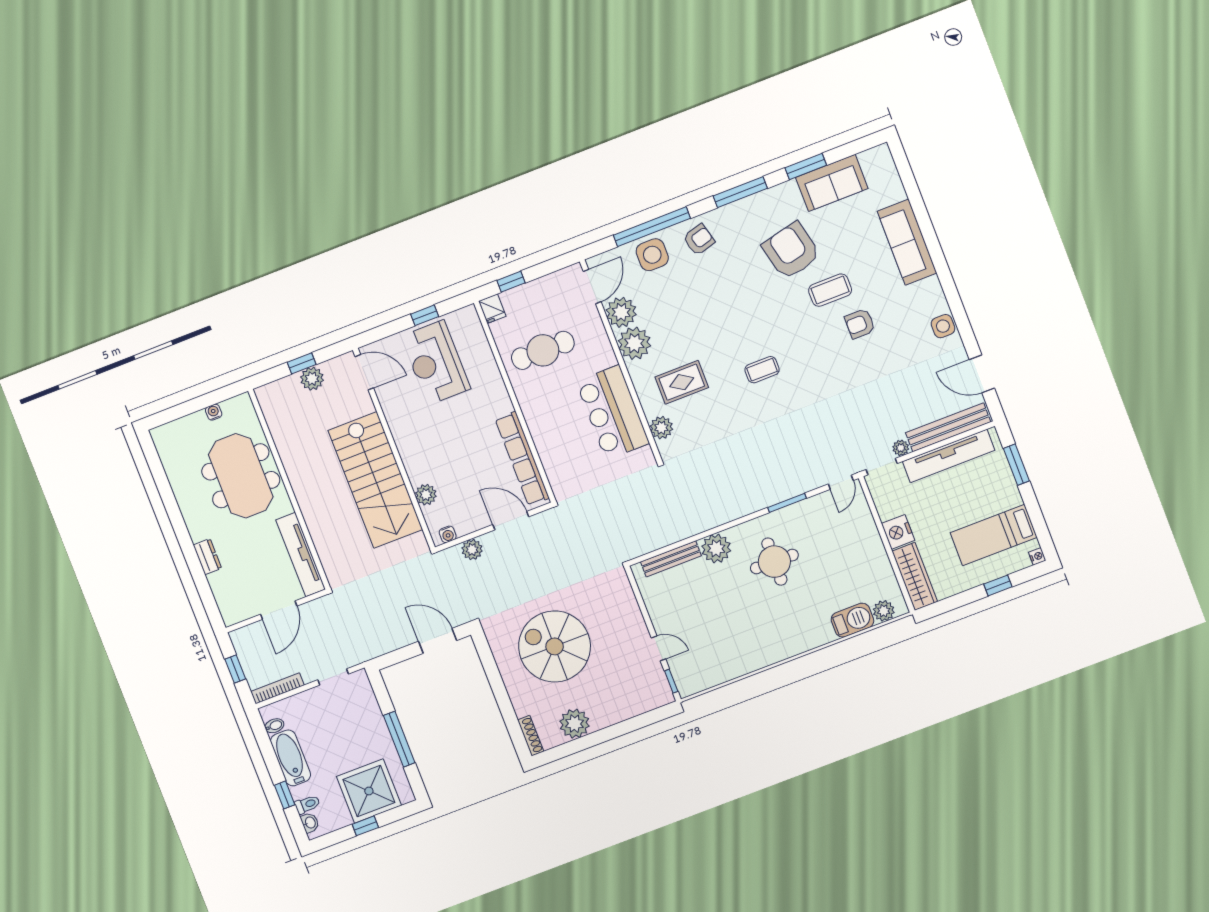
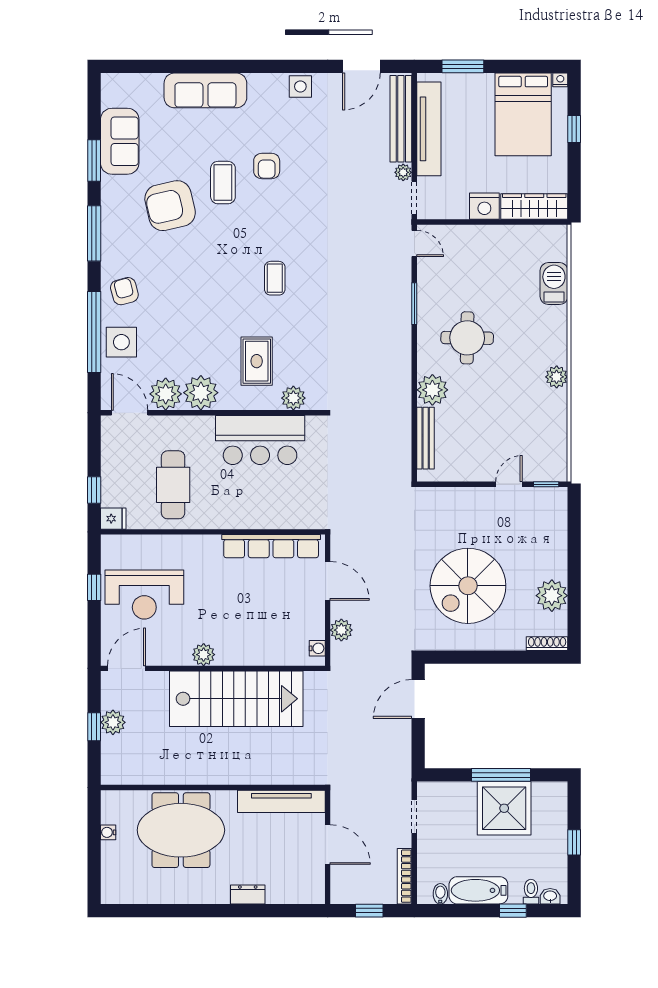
plant: (426, 495) -> (204, 655), moved
door: (511, 521) -> (328, 581), swing flipped
bed: (994, 535) -> (523, 114), width x1.50
plant: (884, 611) -> (557, 377), moved
shower: (369, 791) -> (504, 808), moved

